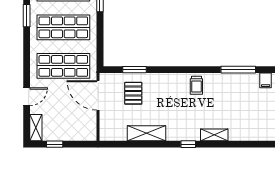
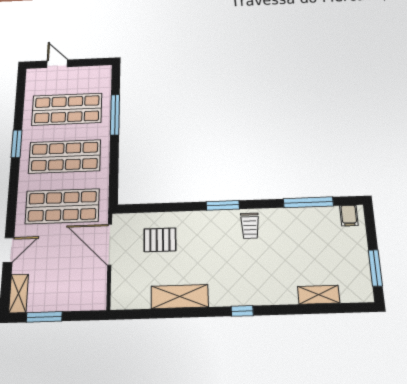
window: (134, 70) -> (223, 205), moved
pallet: (133, 93) -> (160, 240), turned 90
shelving: (214, 135) -> (319, 295), moved
window: (55, 144) -> (44, 317), width x1.50

